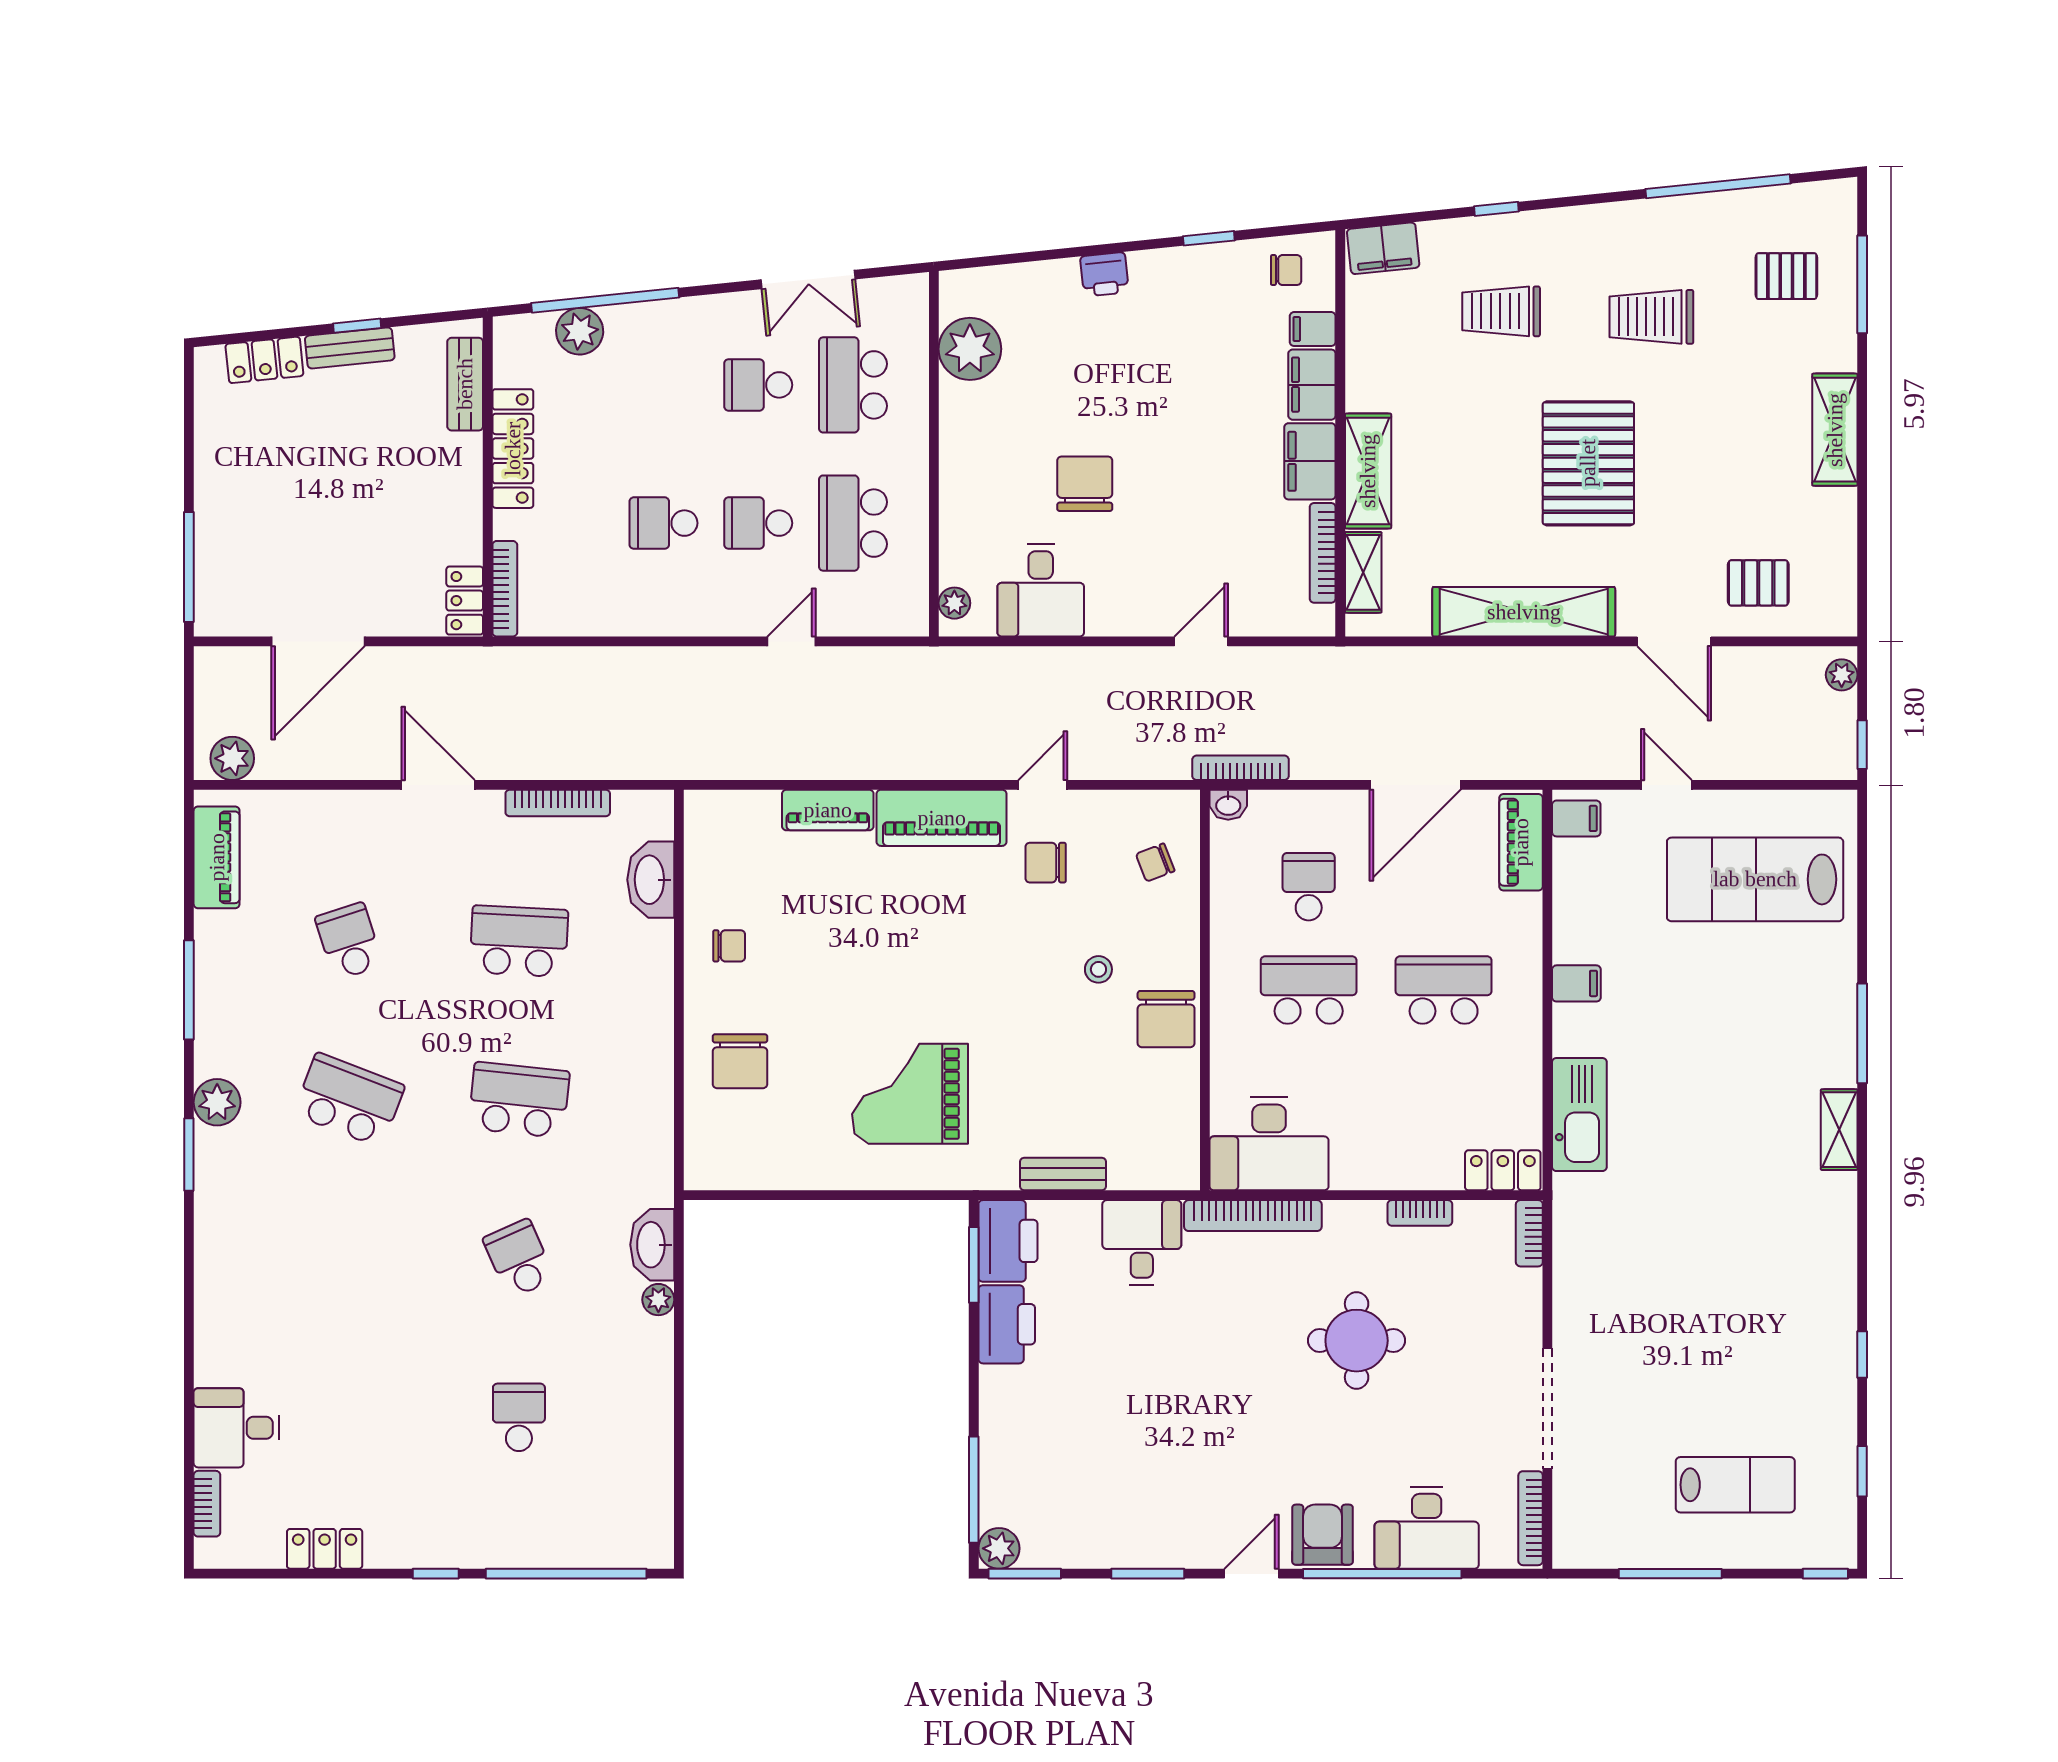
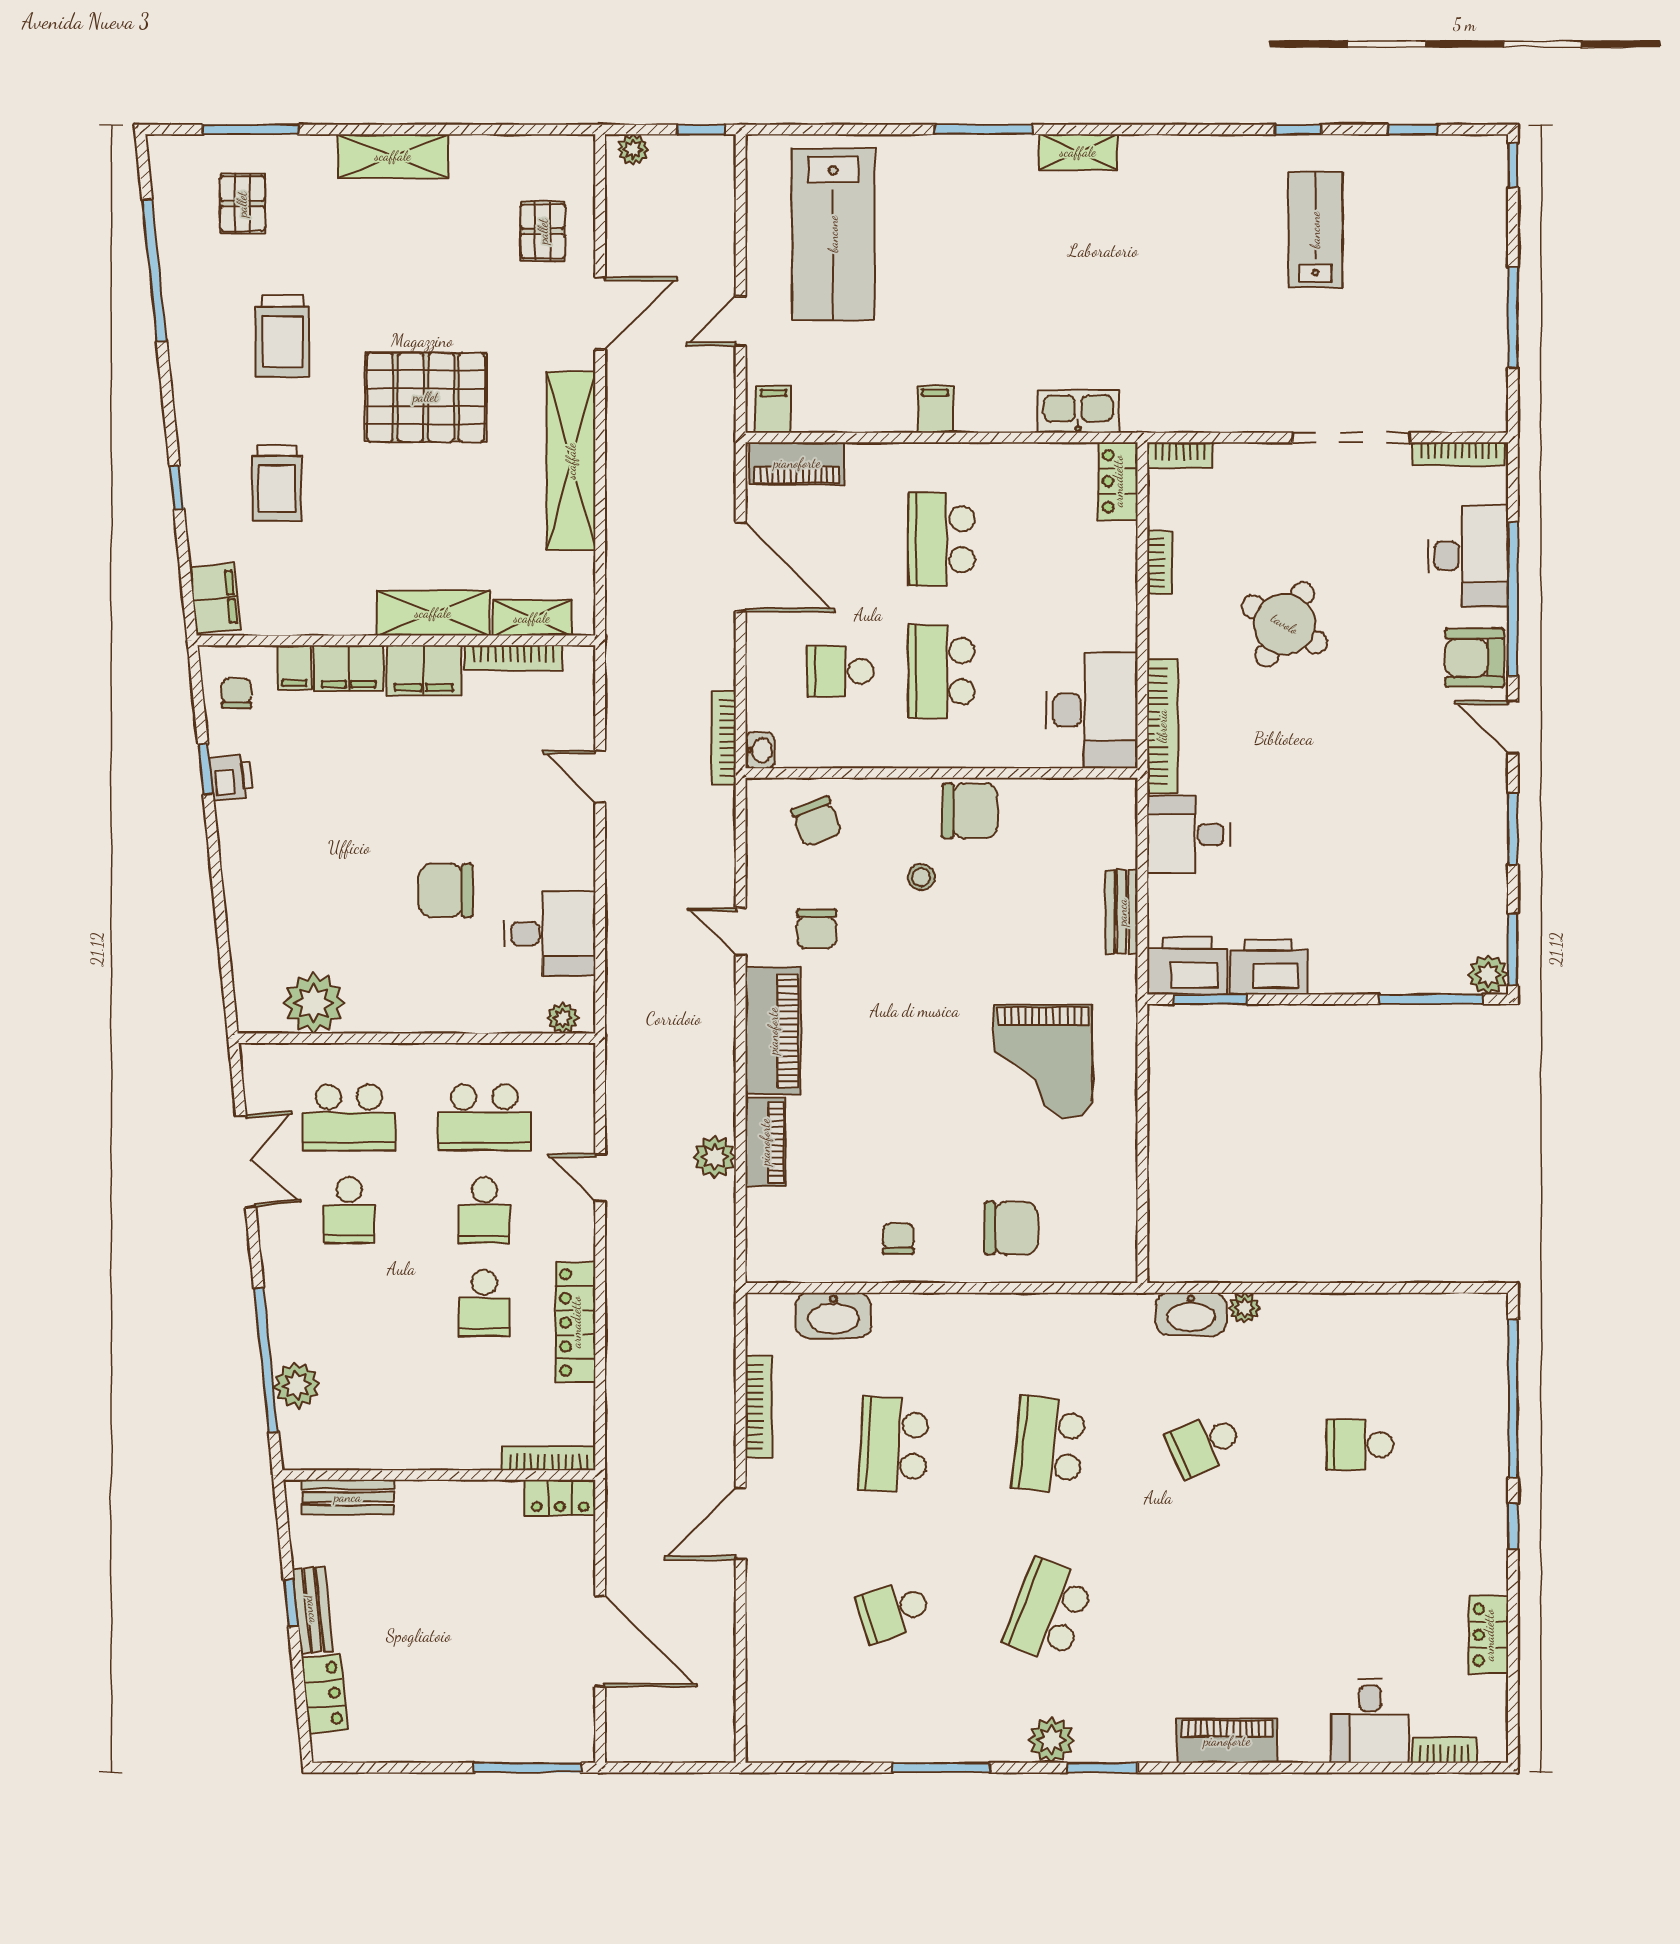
printer: (1104, 274) -> (231, 777), moved
locker: (513, 449) -> (576, 1322), moved, turned -90
plant: (232, 758) -> (715, 1157), moved
piano: (217, 857) -> (1227, 1741), moved
chair: (1155, 862) -> (817, 822), width x1.37, depth x1.37
kitchen sink: (1579, 1115) -> (1078, 411), width x0.73, depth x0.81
round table: (1357, 1341) -> (1285, 624), turned 30
lab bench: (1735, 1485) -> (1315, 230), moved

